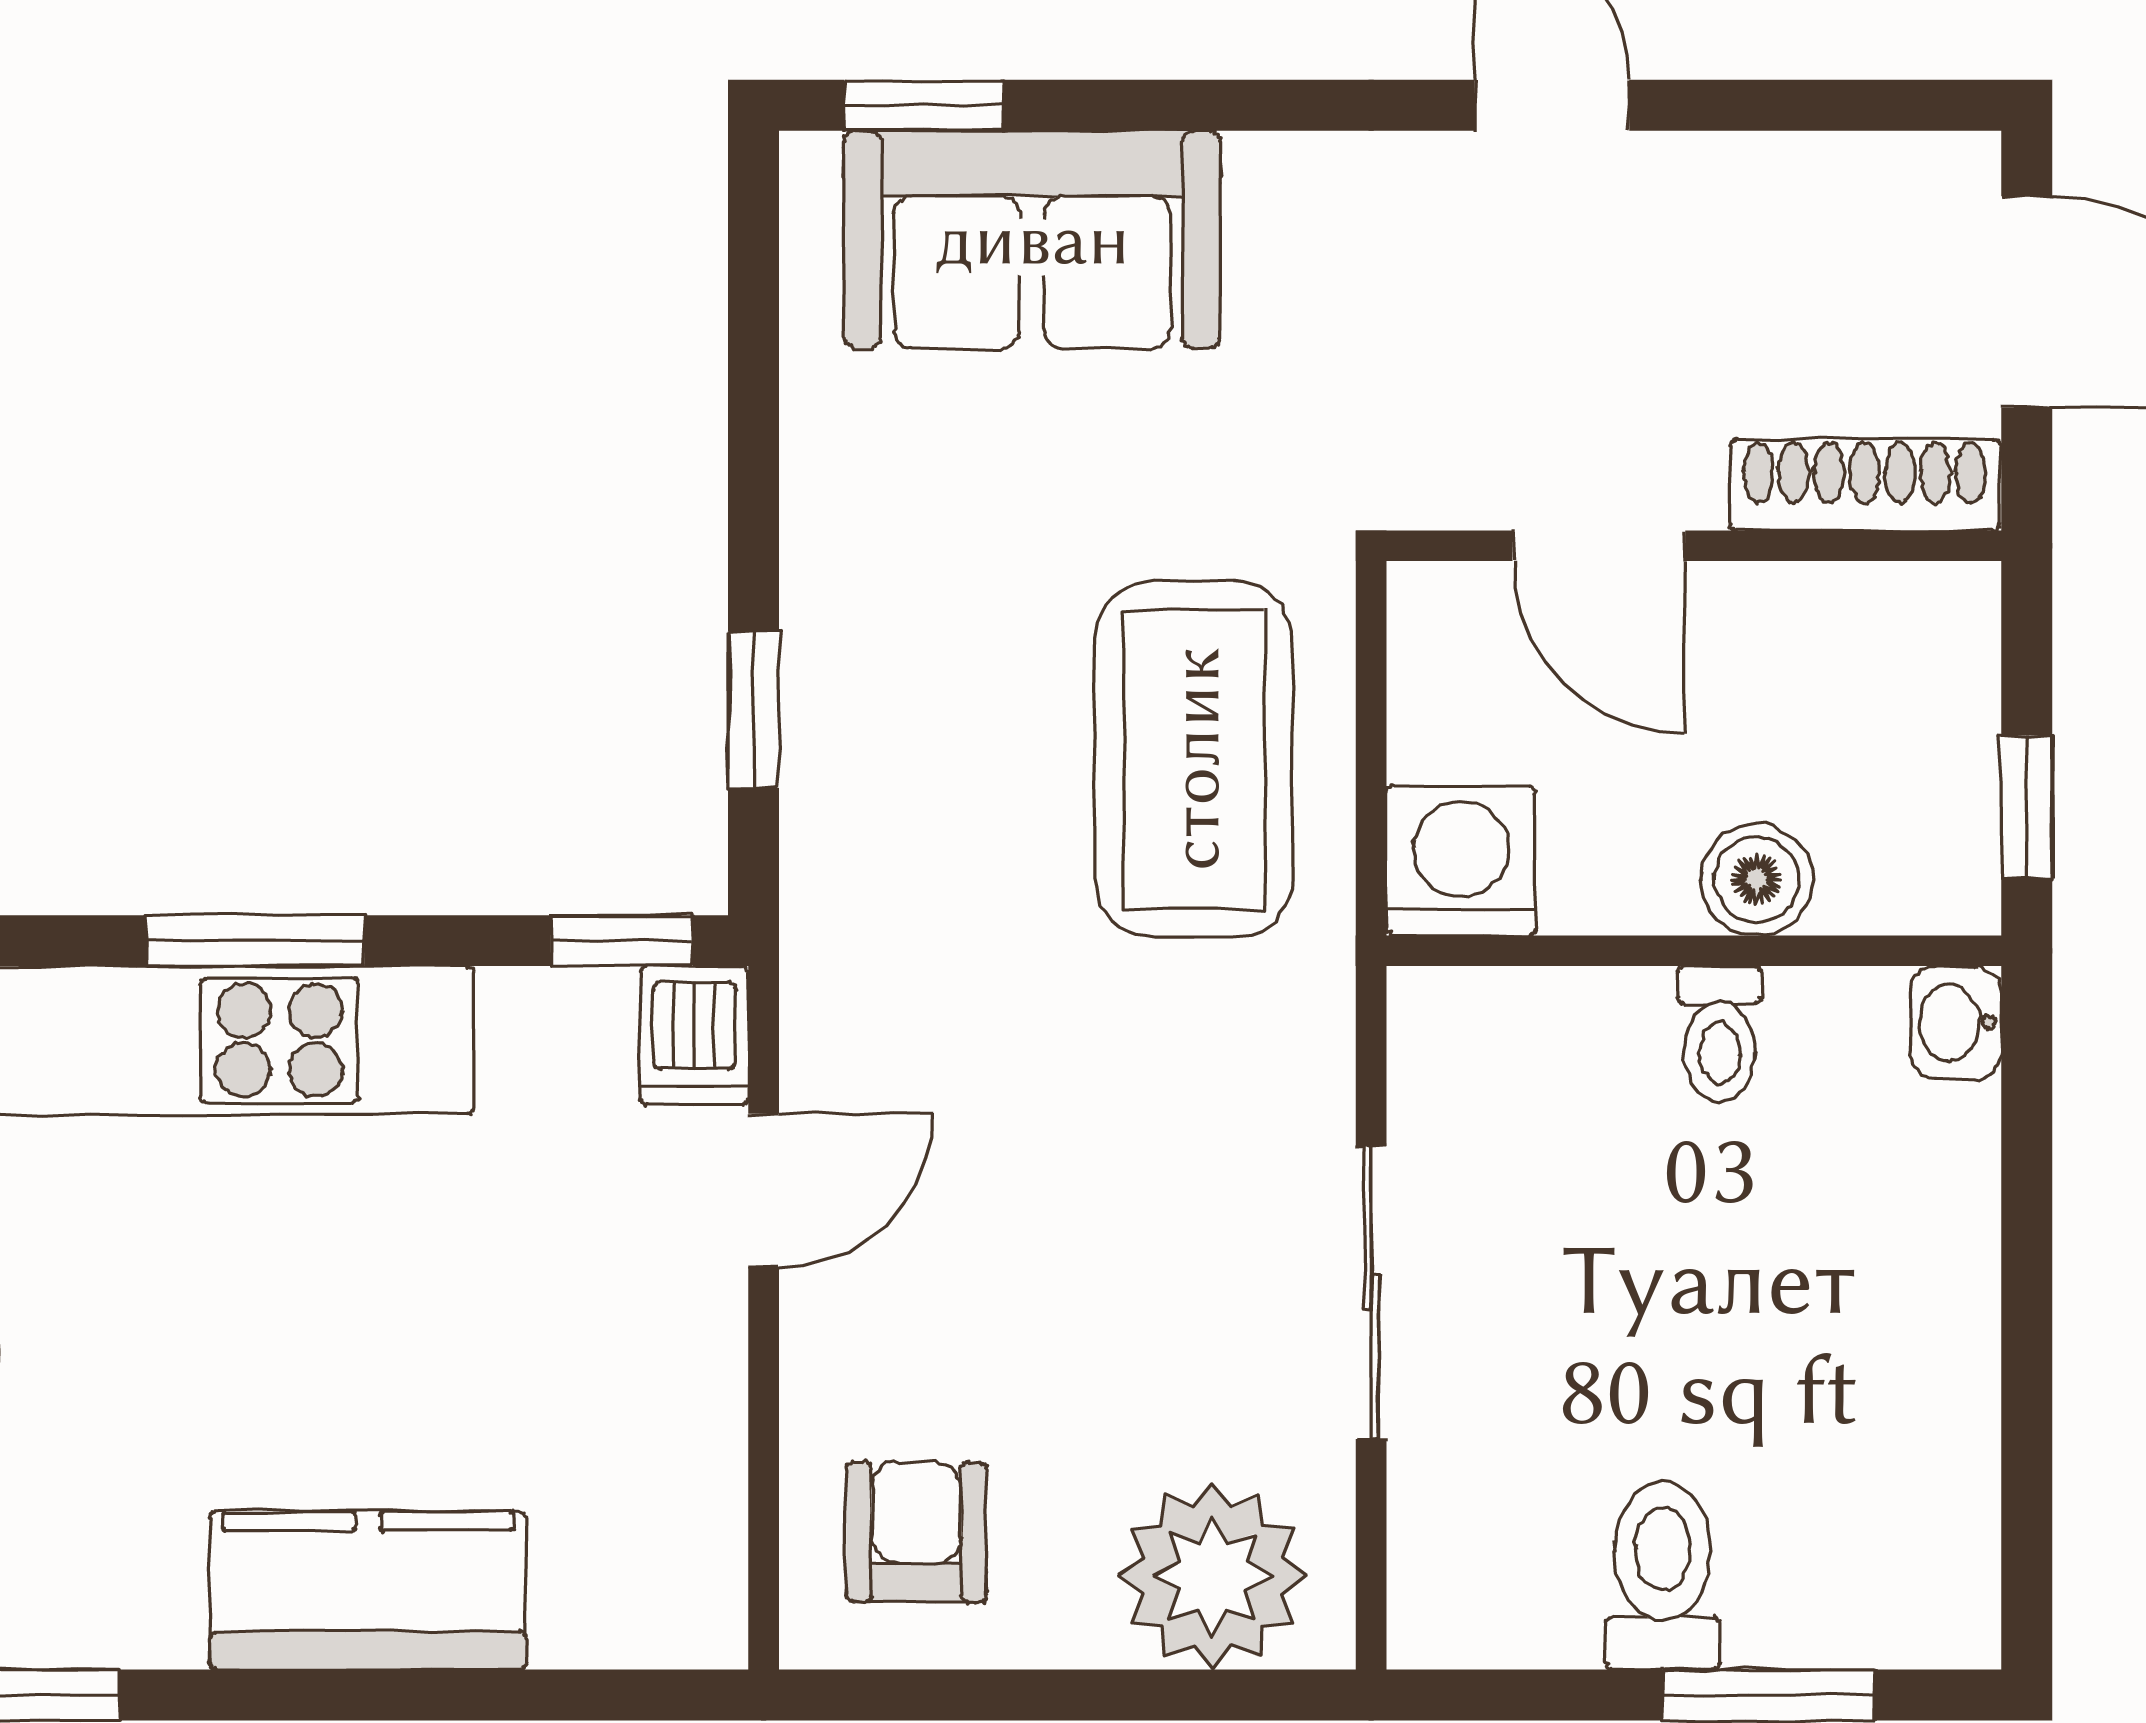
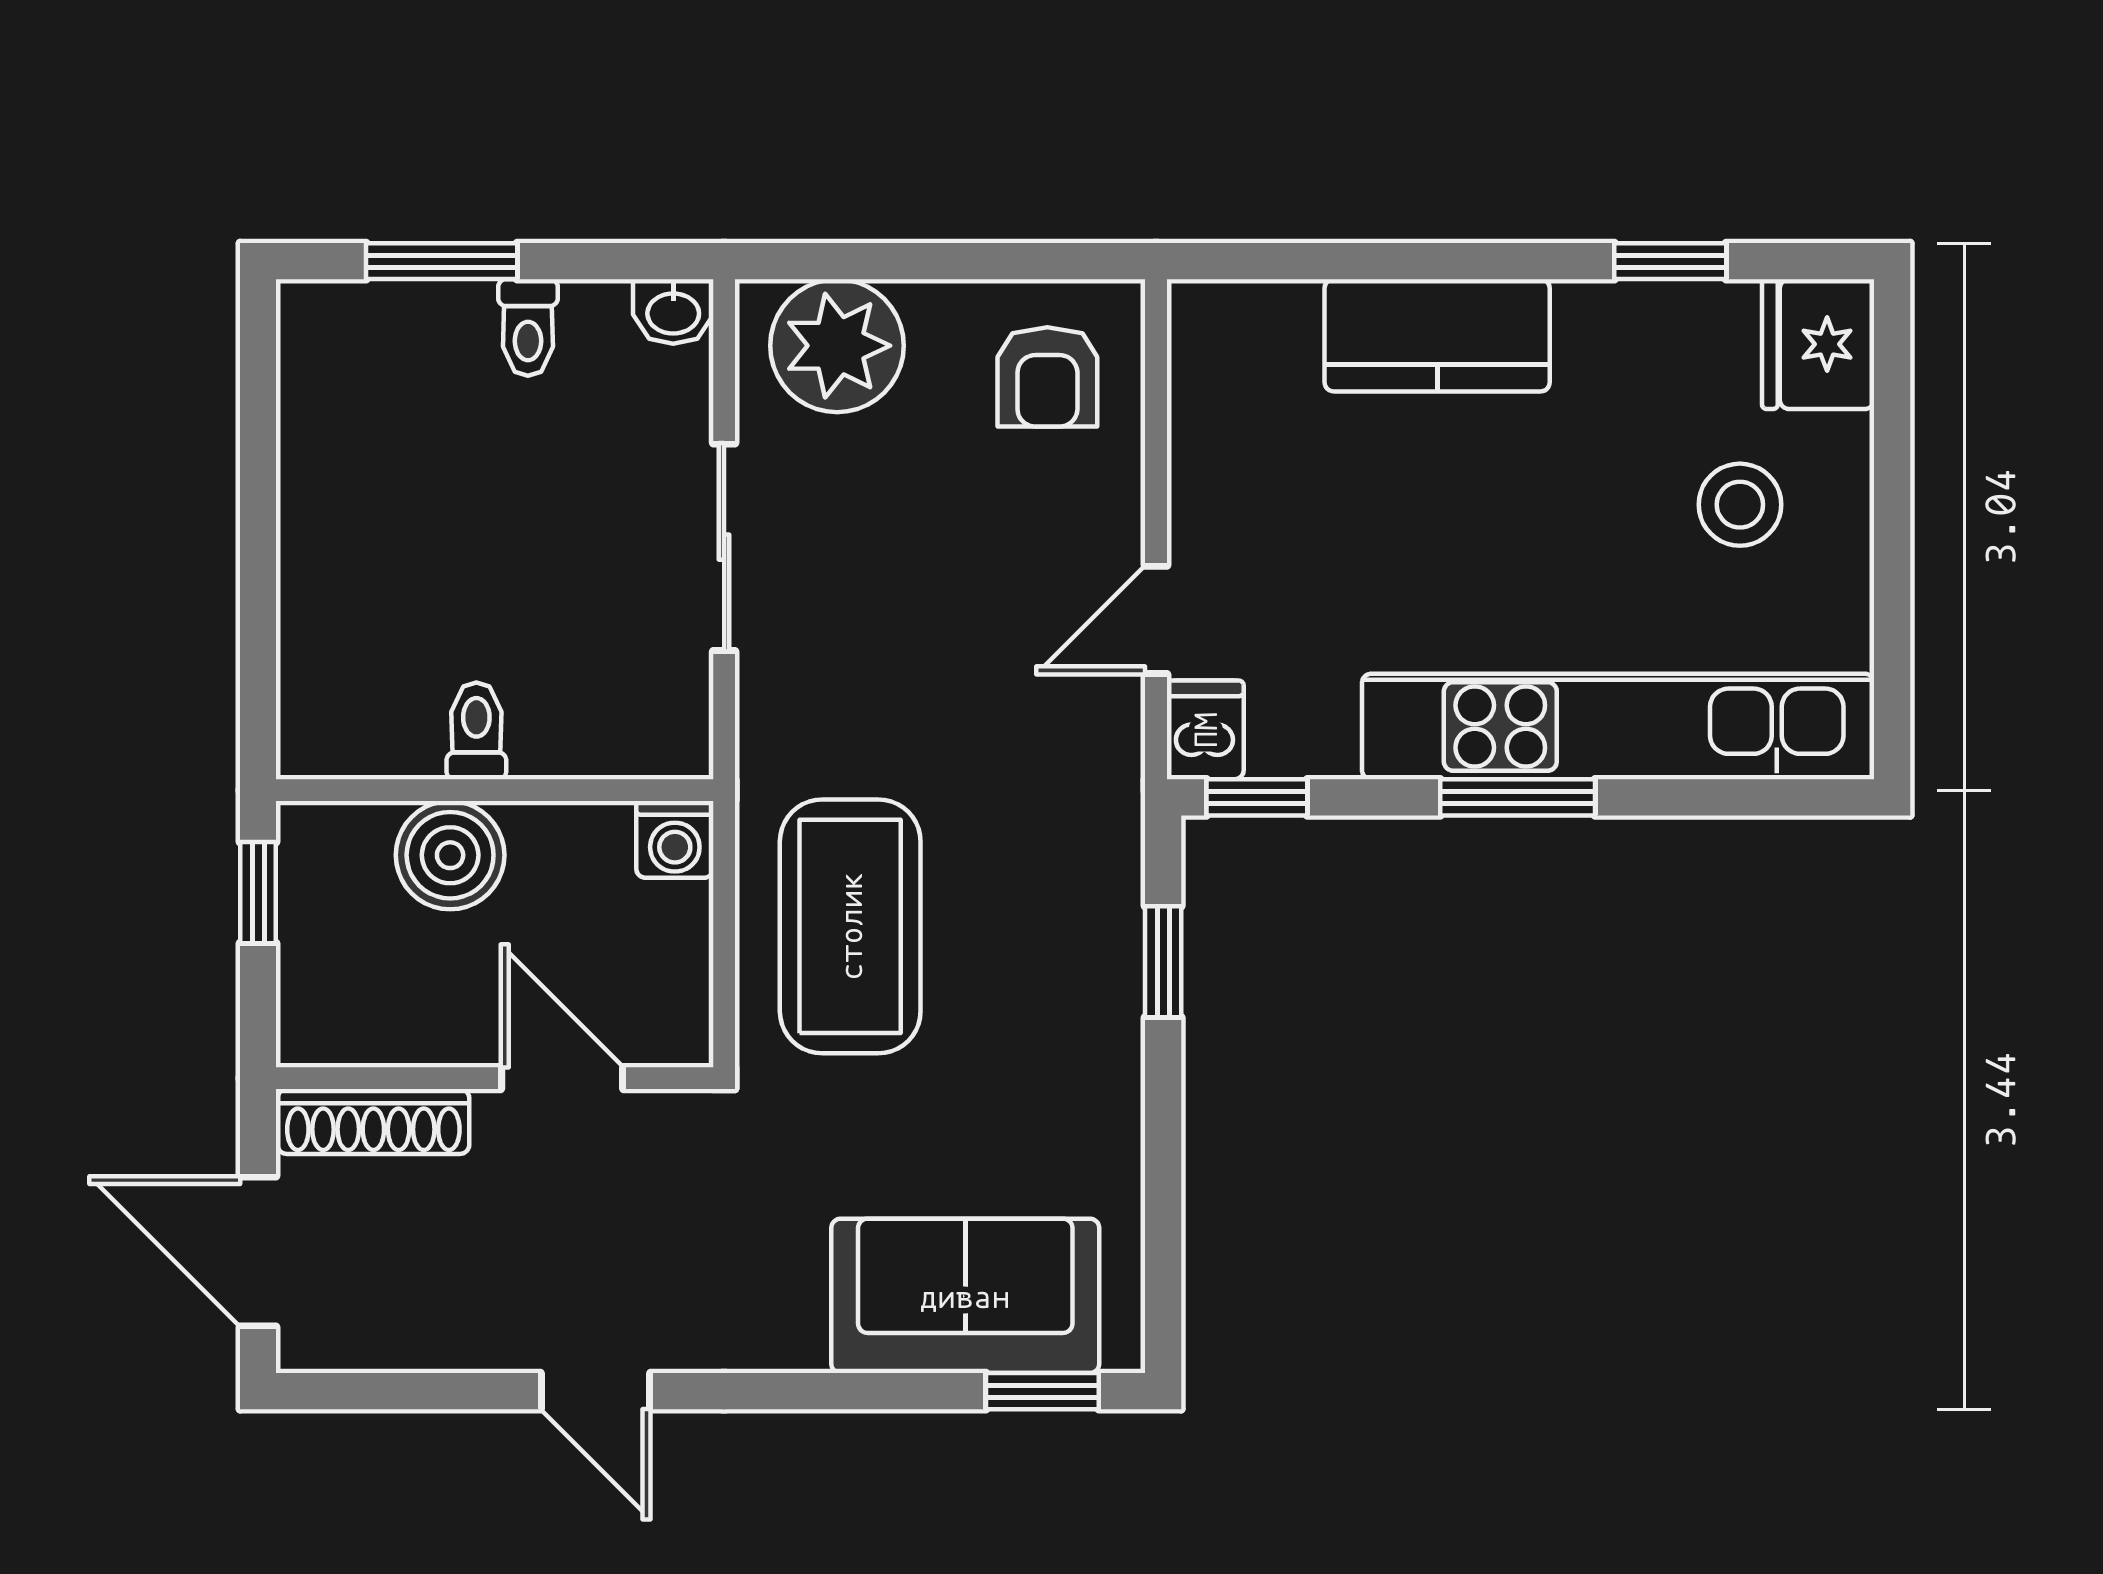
washing machine: (1461, 861) -> (675, 839), width x0.73, depth x0.73
boiler: (1757, 880) -> (450, 855), width x1.36, depth x1.36
washbasin: (1956, 1022) -> (673, 312), moved, turned 90
toilet: (1663, 1575) -> (528, 327), width x0.73, depth x0.72

